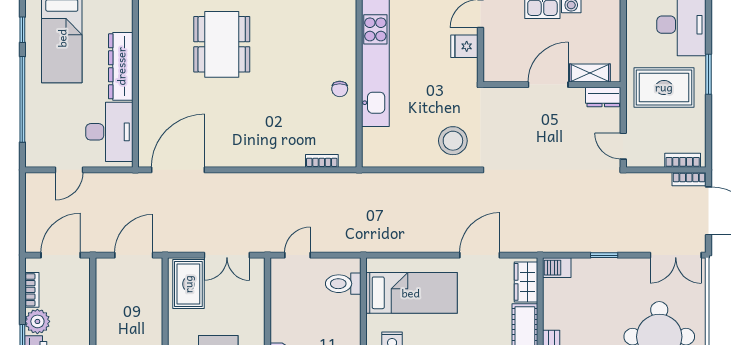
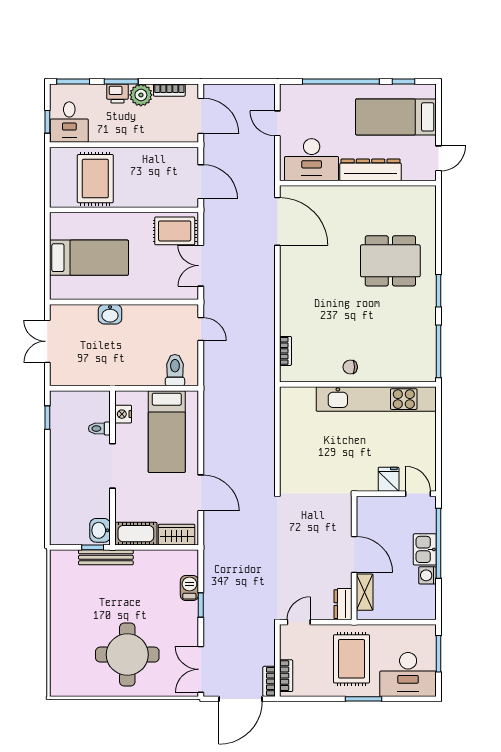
stool: (453, 141) -> (304, 469), removed
barbecue: (557, 268) -> (189, 588), moved

